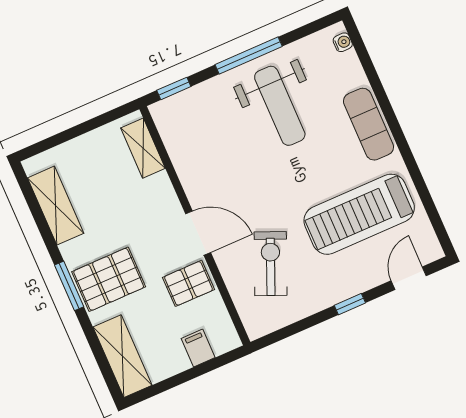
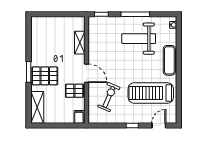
weight bench: (280, 106) -> (139, 39), turned 90
shelving: (143, 148) -> (80, 43), moved
shelving: (56, 206) -> (37, 39), removed
filing cabinet: (198, 348) -> (79, 117), moved

